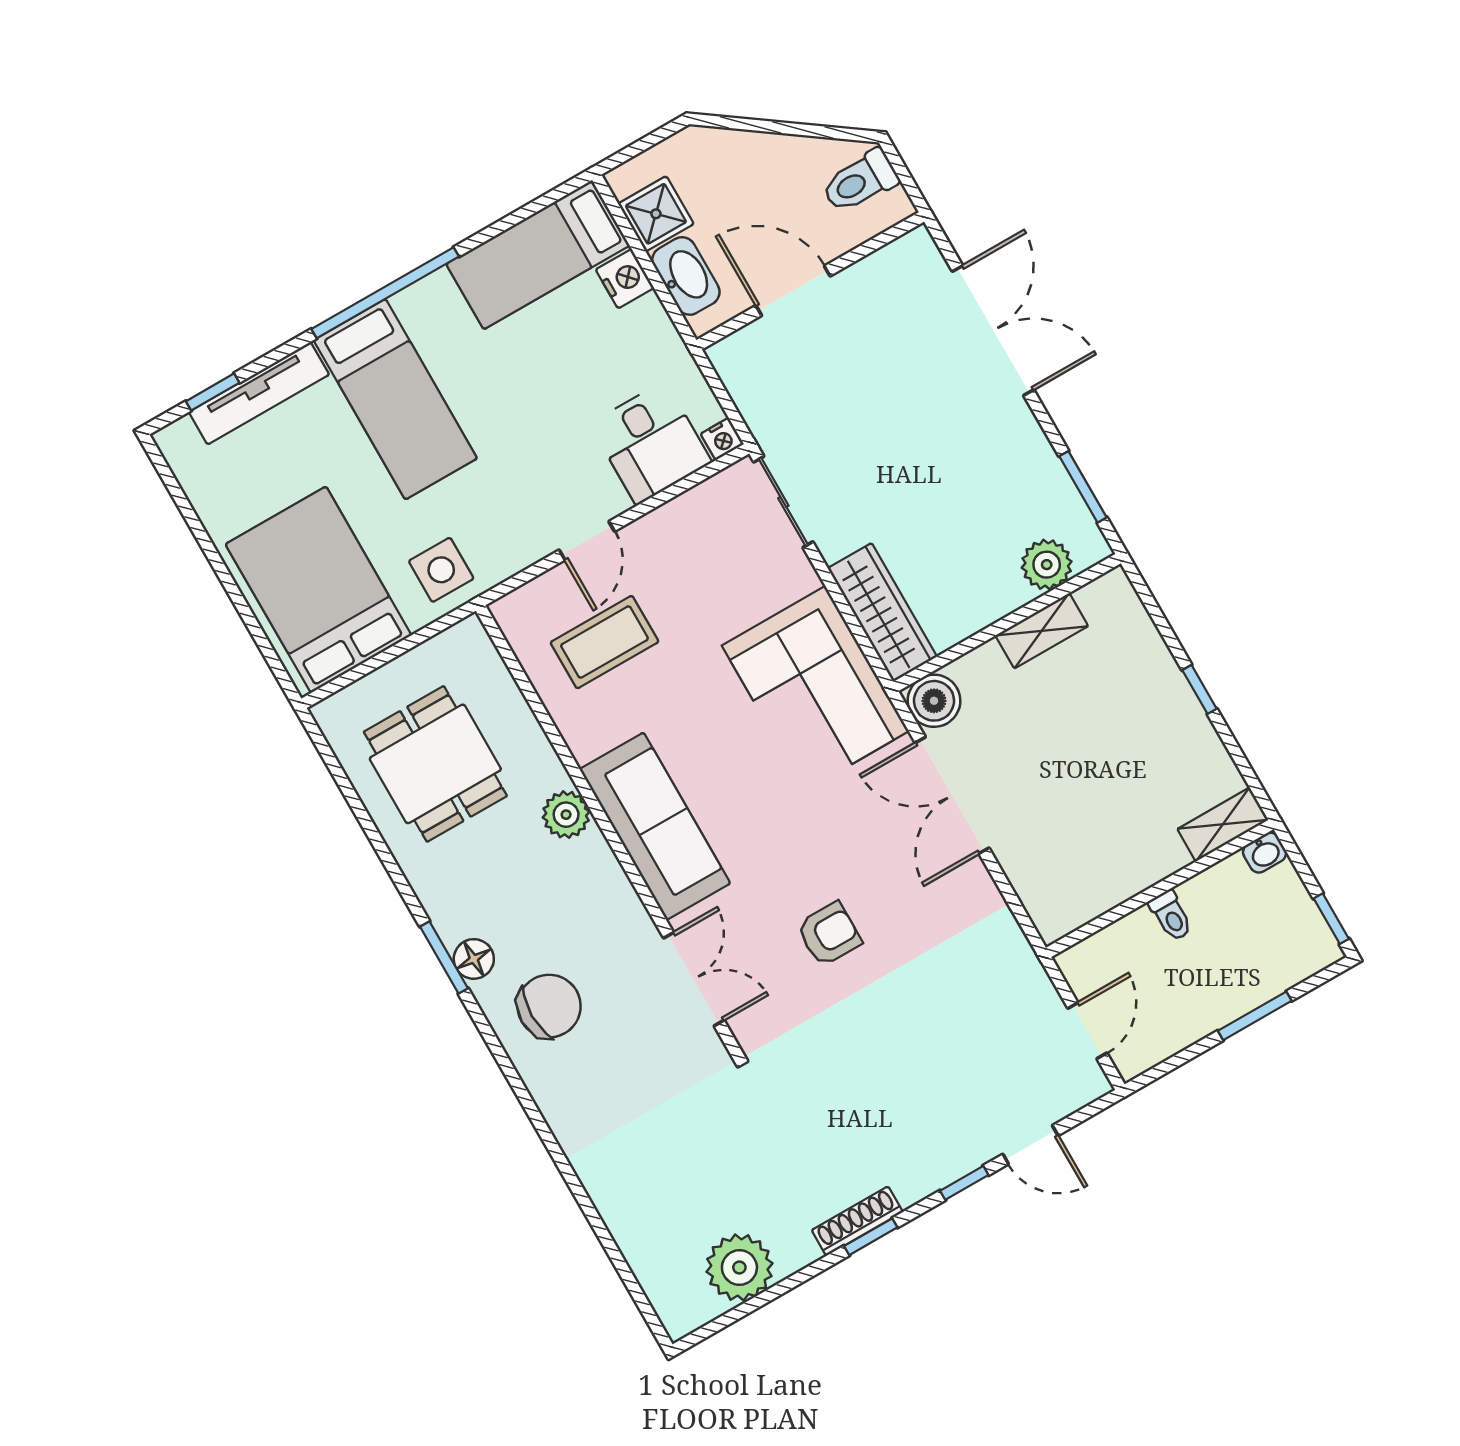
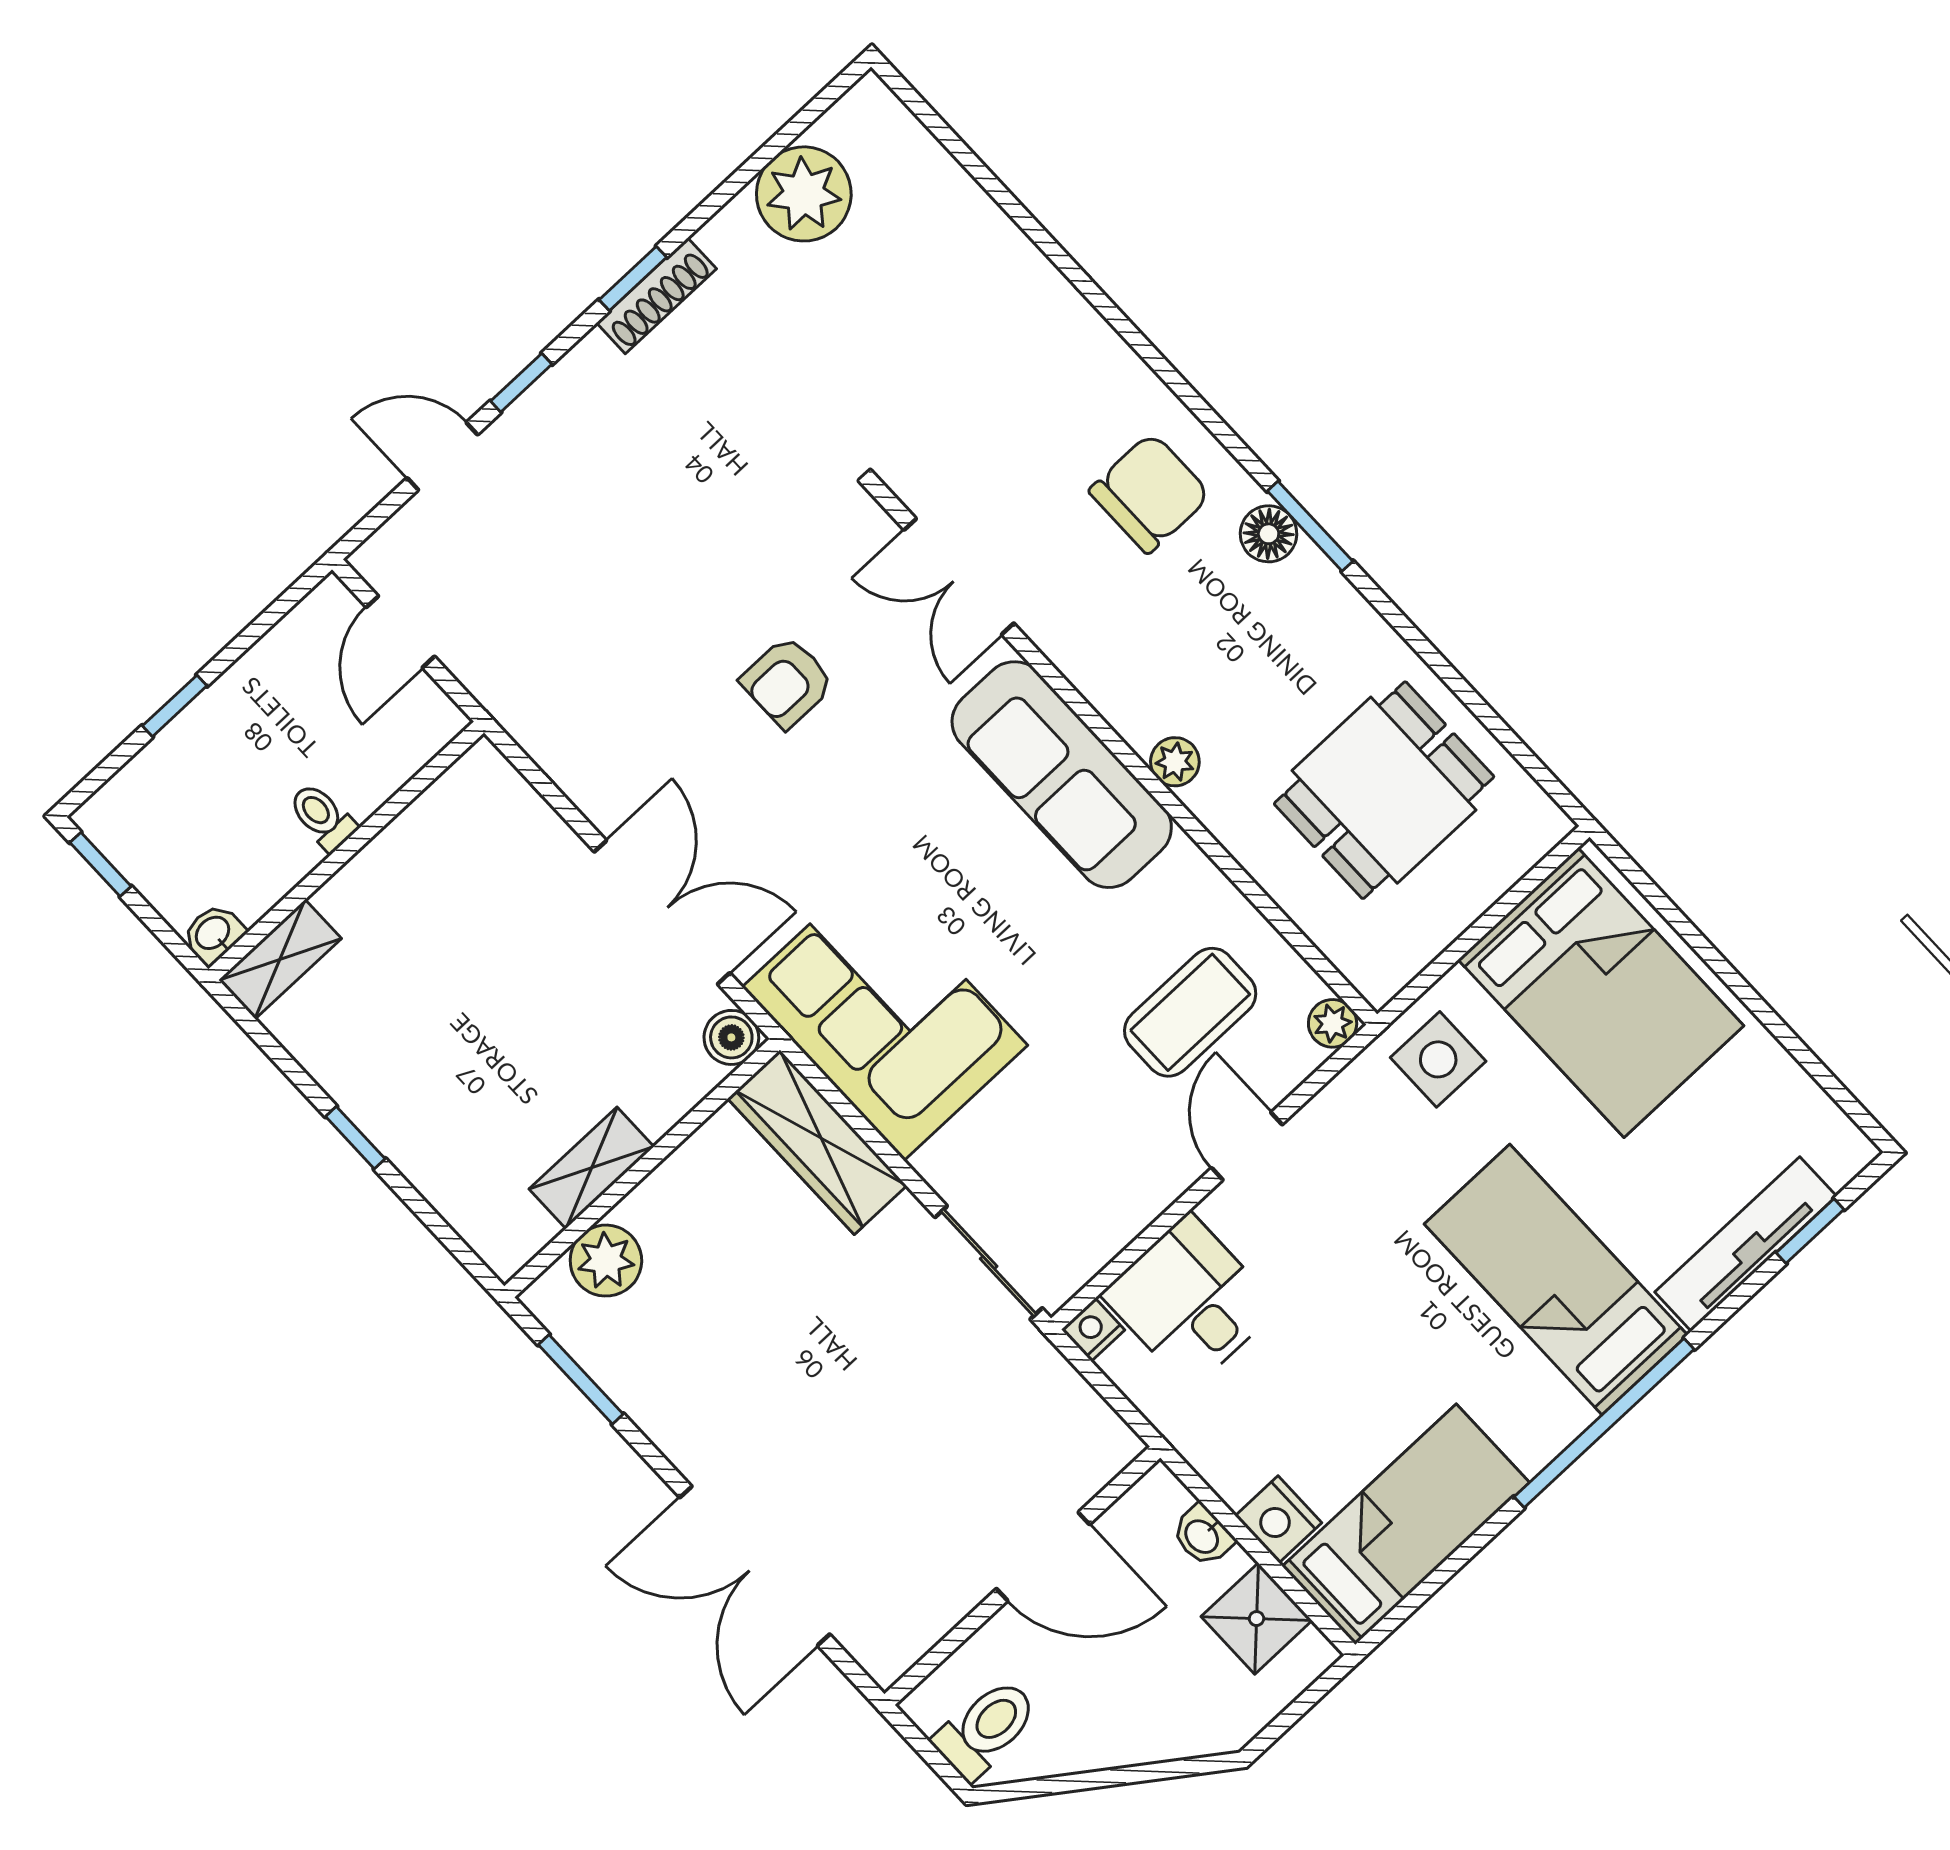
washbasin: (686, 276) -> (1203, 1536), width x0.52, depth x0.69
plant: (508, 612) -> (1333, 1023), added
boiler: (934, 701) -> (731, 1037), width x0.73, depth x0.73
dining table: (435, 764) -> (1384, 790), turned 90
plant: (566, 815) -> (1175, 762), width x0.73, depth x0.73
chair: (549, 1006) -> (1150, 493), turned 180
window: (1255, 1016) -> (175, 706), width x0.67

